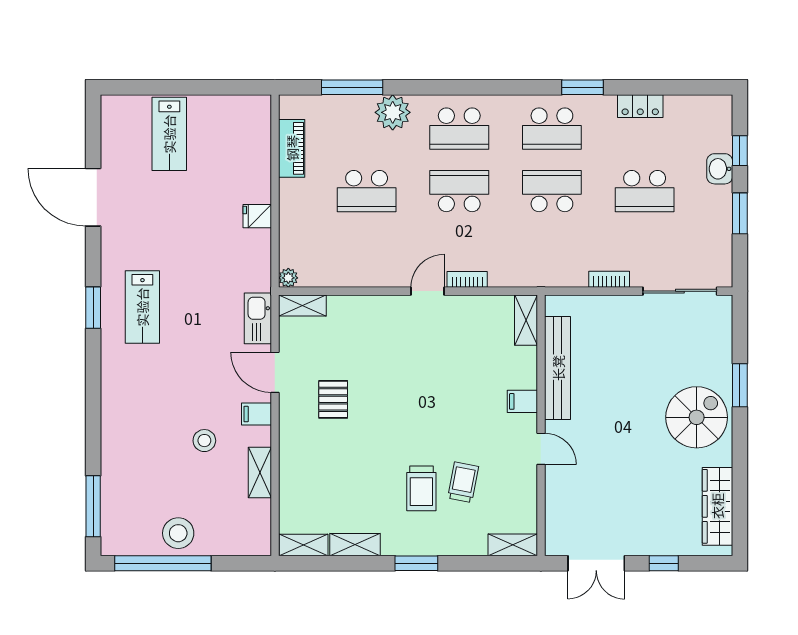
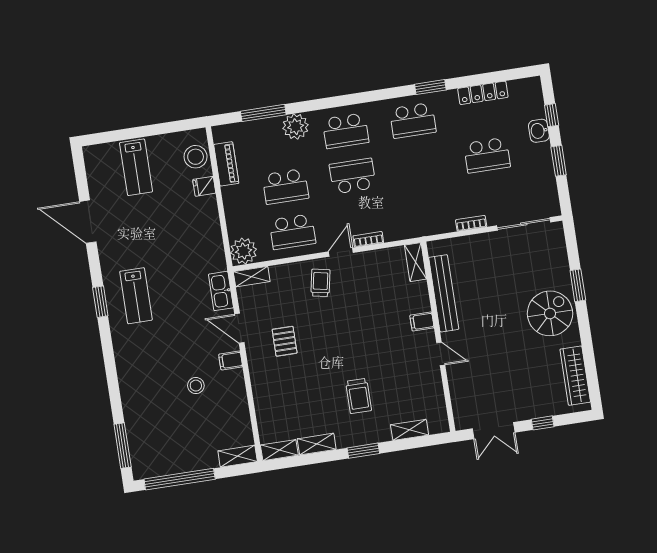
locker: (640, 106) -> (483, 93), width x1.53
school desk: (552, 191) -> (292, 232), moved, turned 180
fridge: (257, 216) -> (204, 186), moved
plant: (288, 278) -> (244, 251), width x1.87, depth x1.87
shelving: (260, 473) -> (238, 456), moved, turned 90
trolley: (463, 482) -> (320, 283), moved
stool: (178, 533) -> (196, 157), moved
shelving: (513, 545) -> (410, 430), moved

